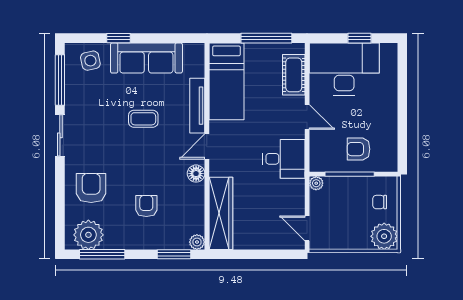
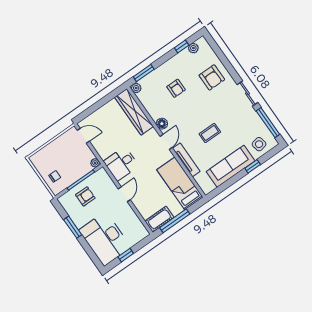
desk: (344, 69) -> (105, 239), moved, turned 90
cot: (294, 75) -> (159, 219), moved, turned 90
door: (307, 117) -> (124, 194), swing flipped
window: (402, 121) -> (73, 227), added
plant: (88, 235) -> (193, 48), width x0.53, depth x0.53
plant: (384, 236) -> (40, 160), removed
window: (102, 254) -> (182, 47), width x0.46

